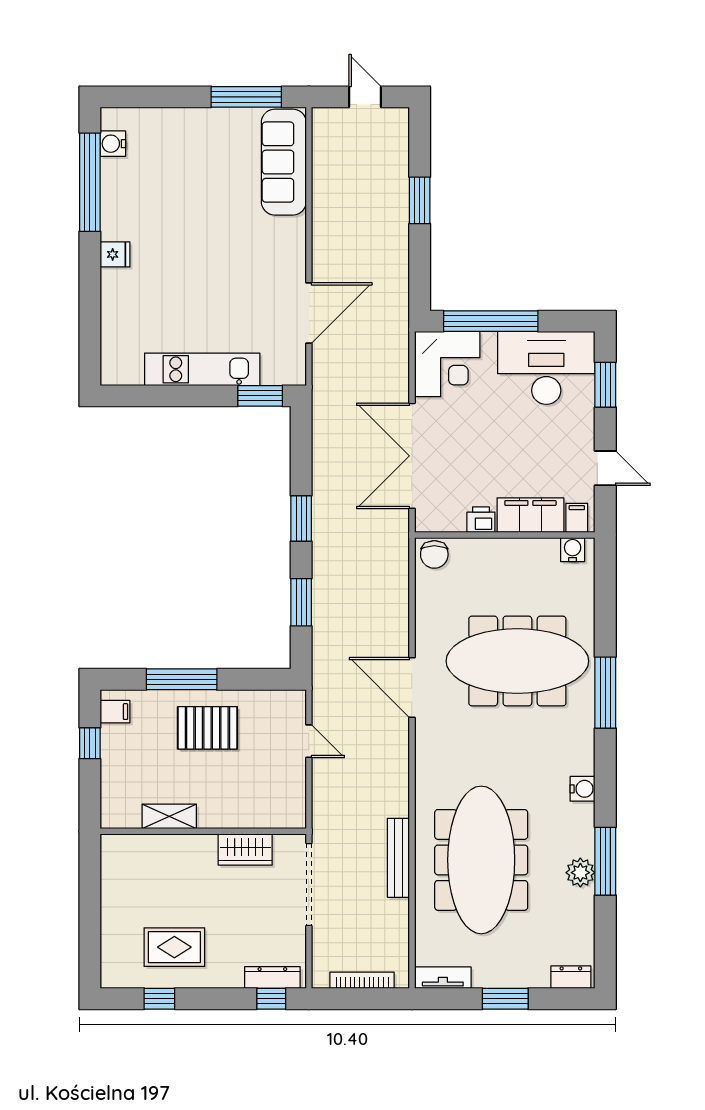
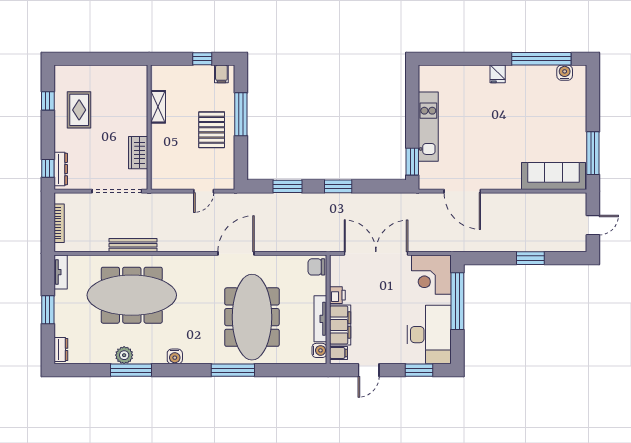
tv unit: (520, 548) -> (320, 319), added

